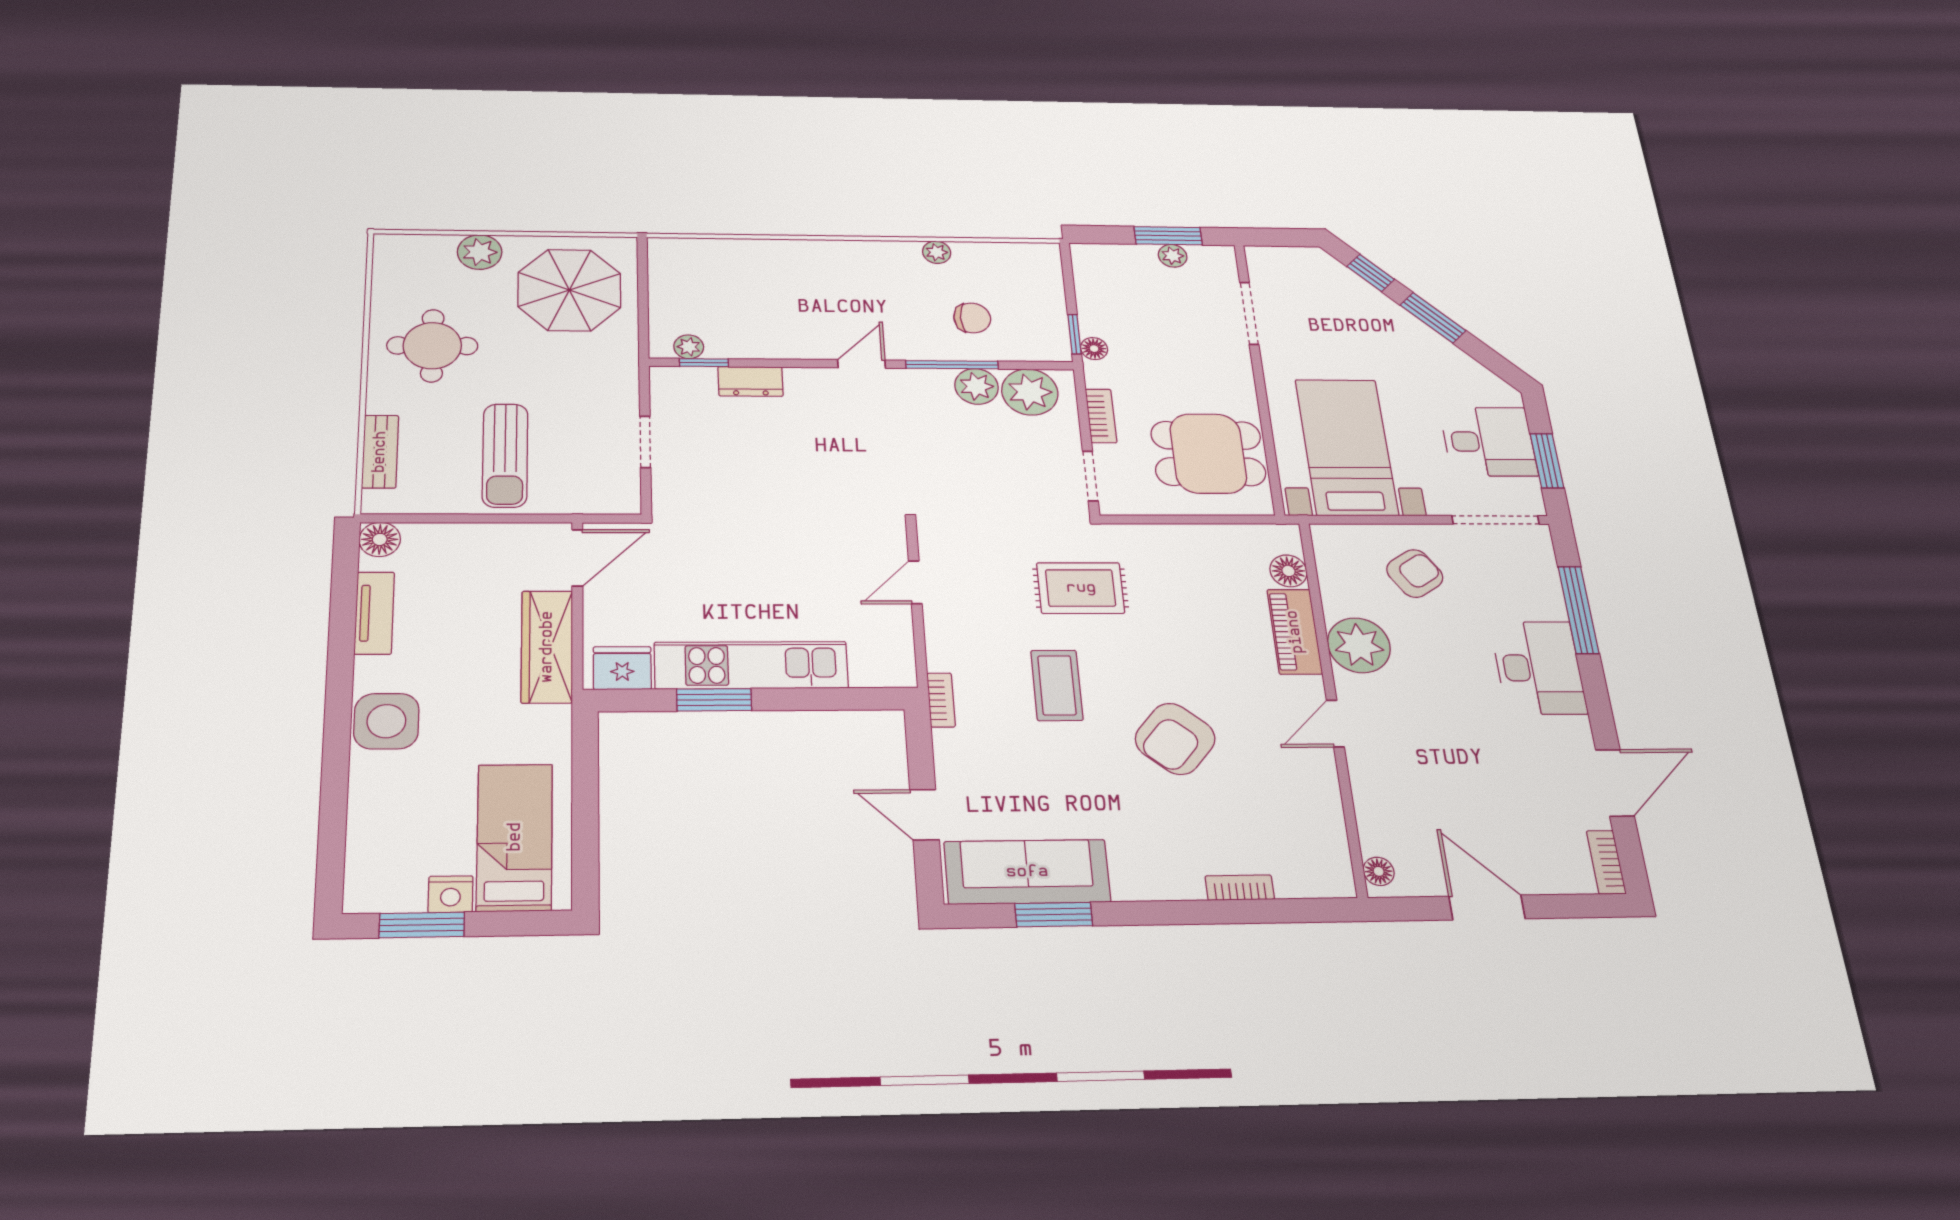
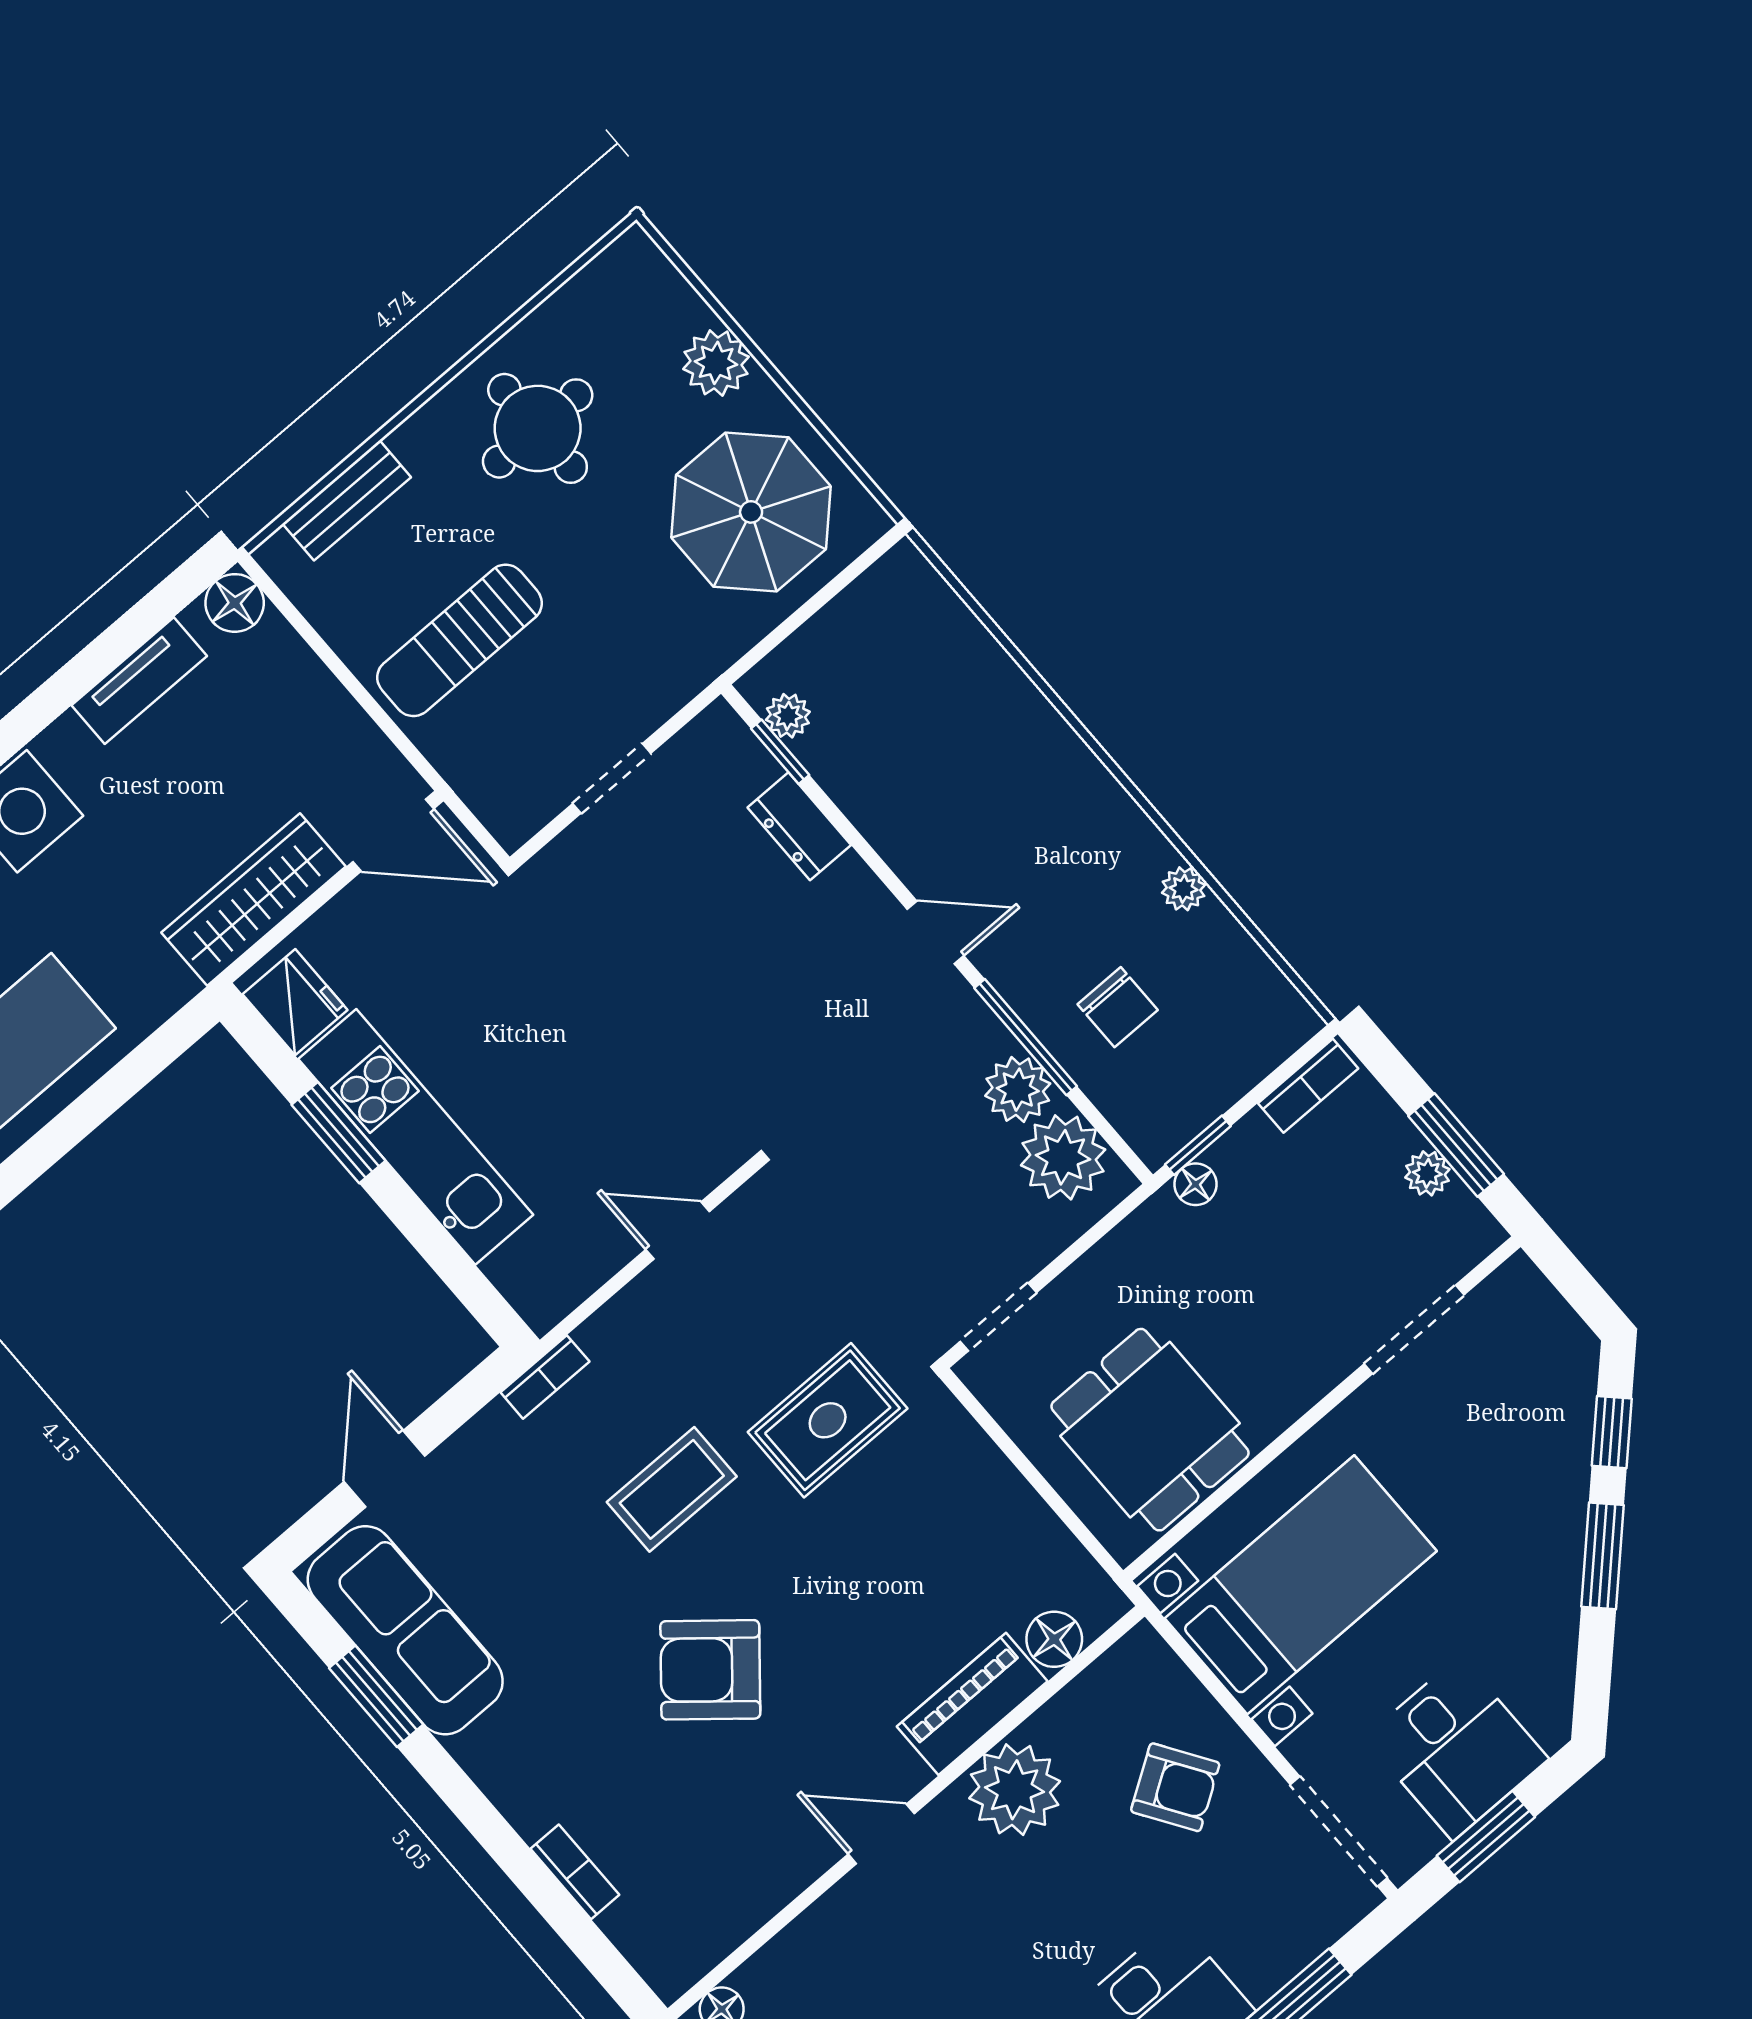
bookcase: (1101, 416) -> (1308, 1086), moved
rug: (1081, 588) -> (828, 1420), turned 90

